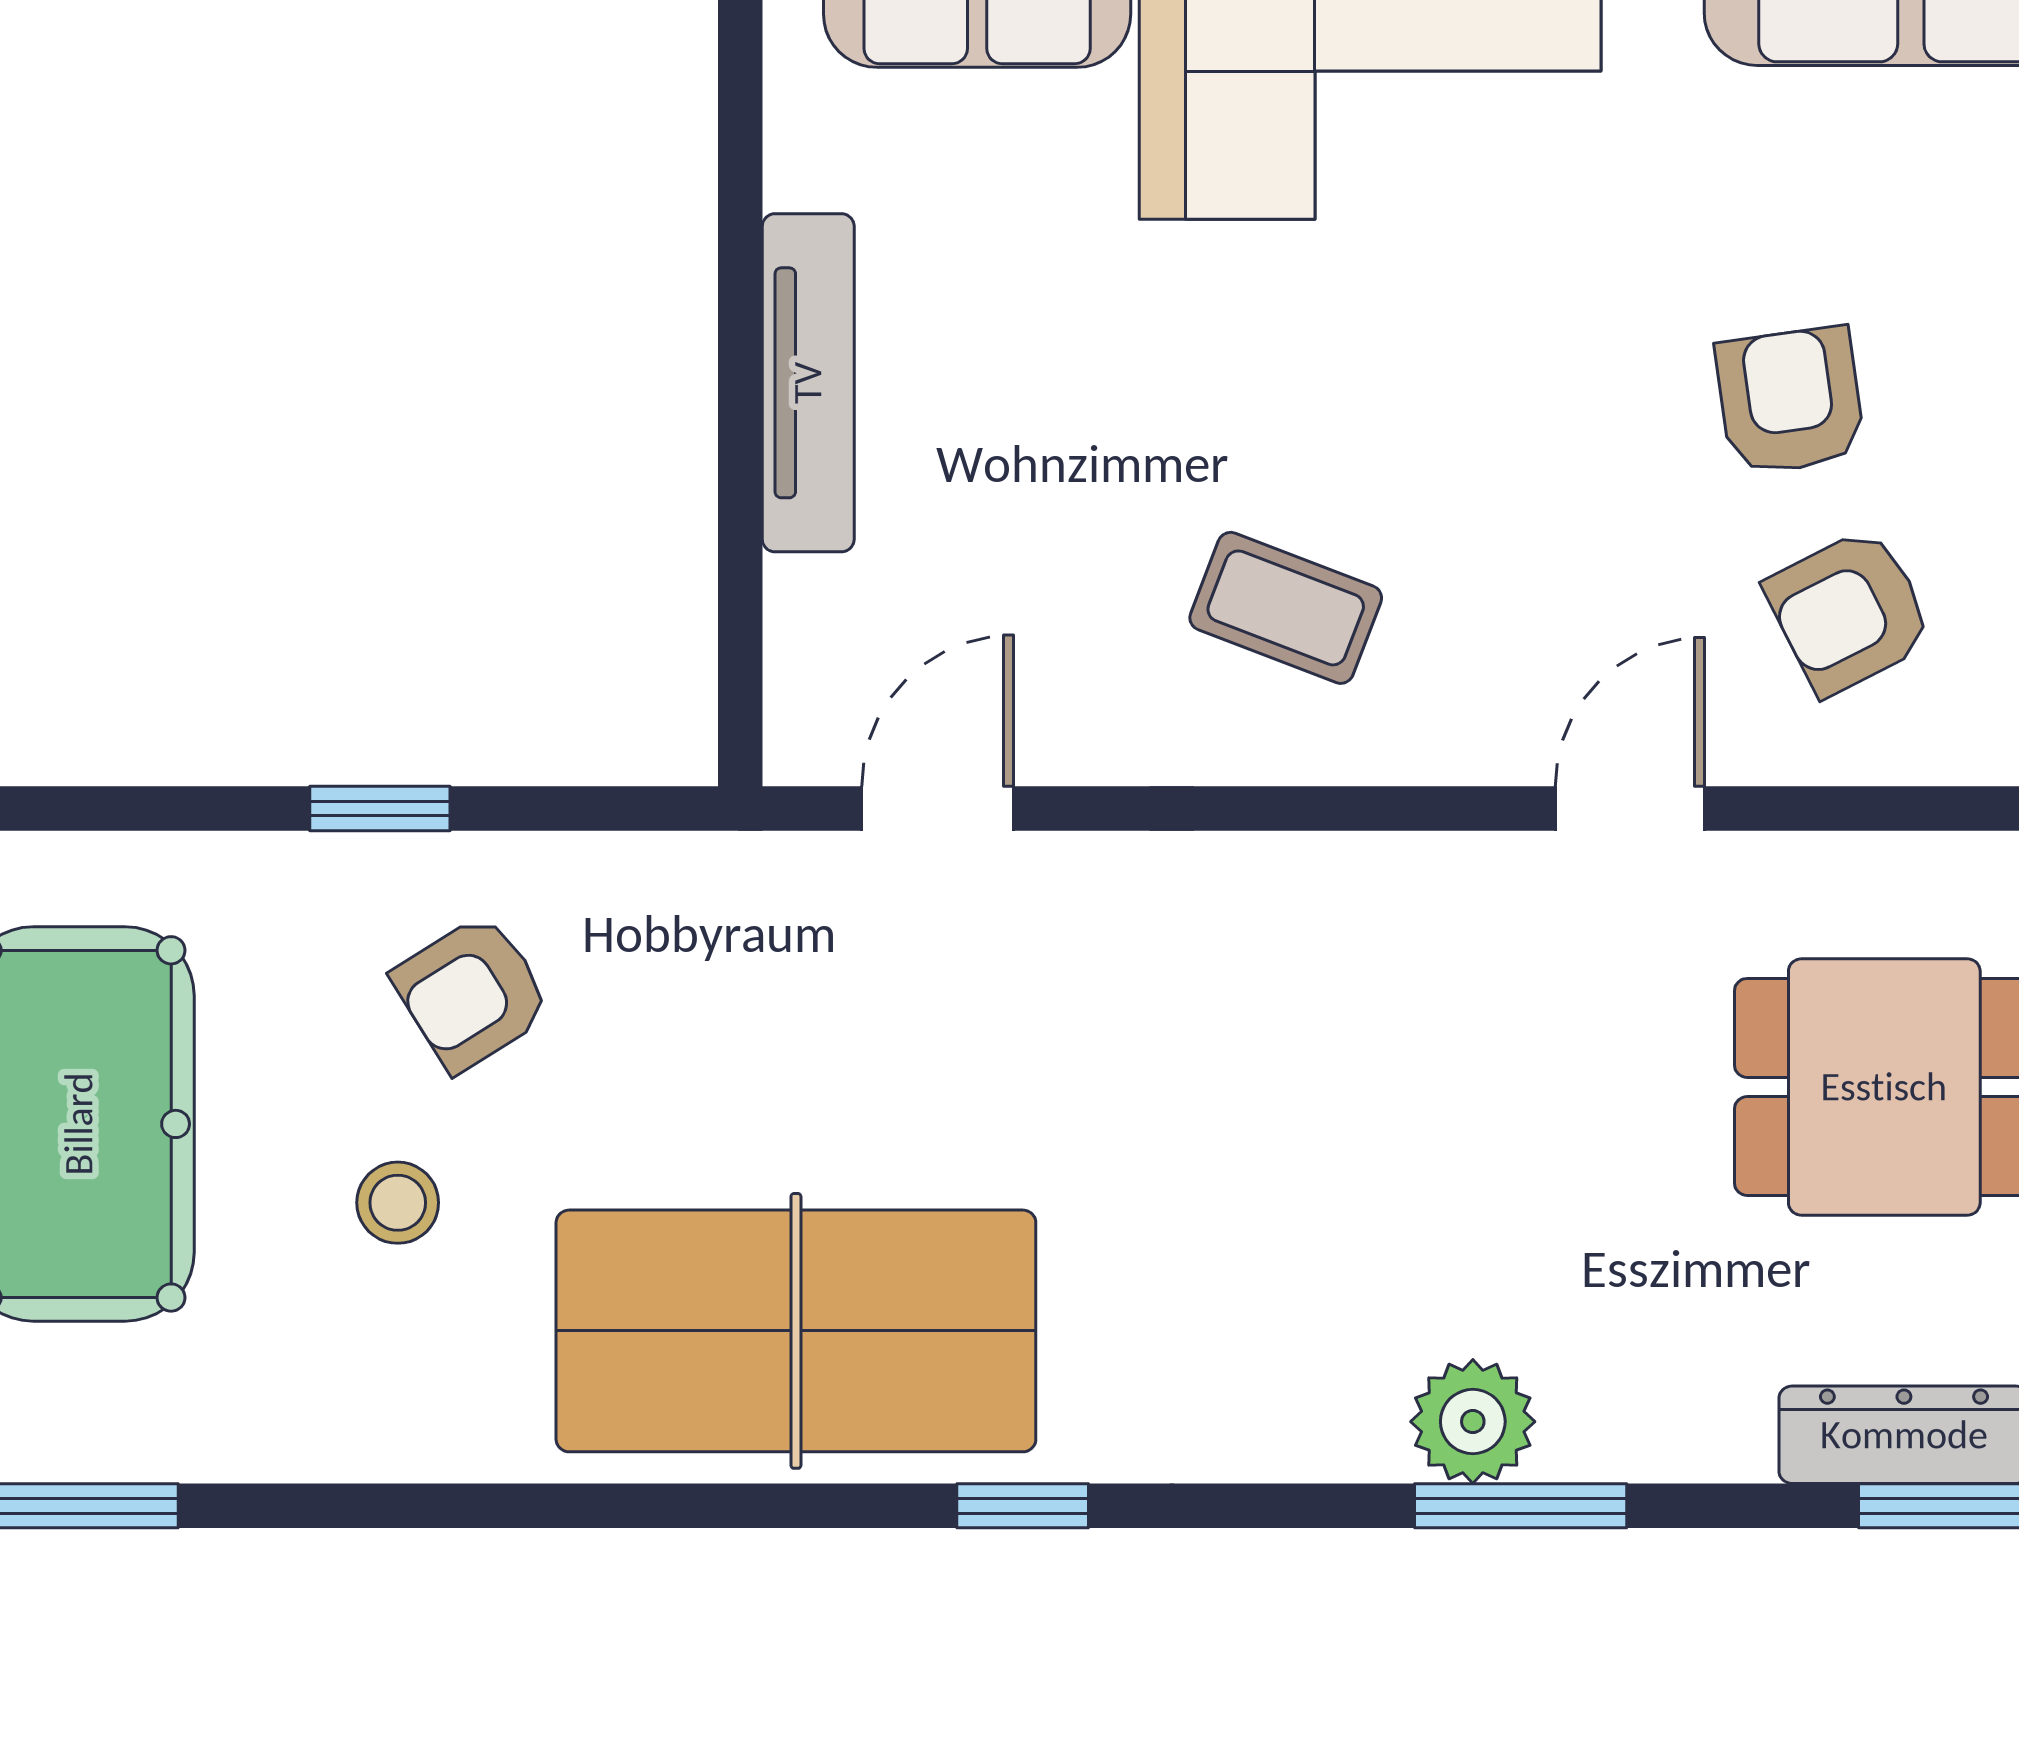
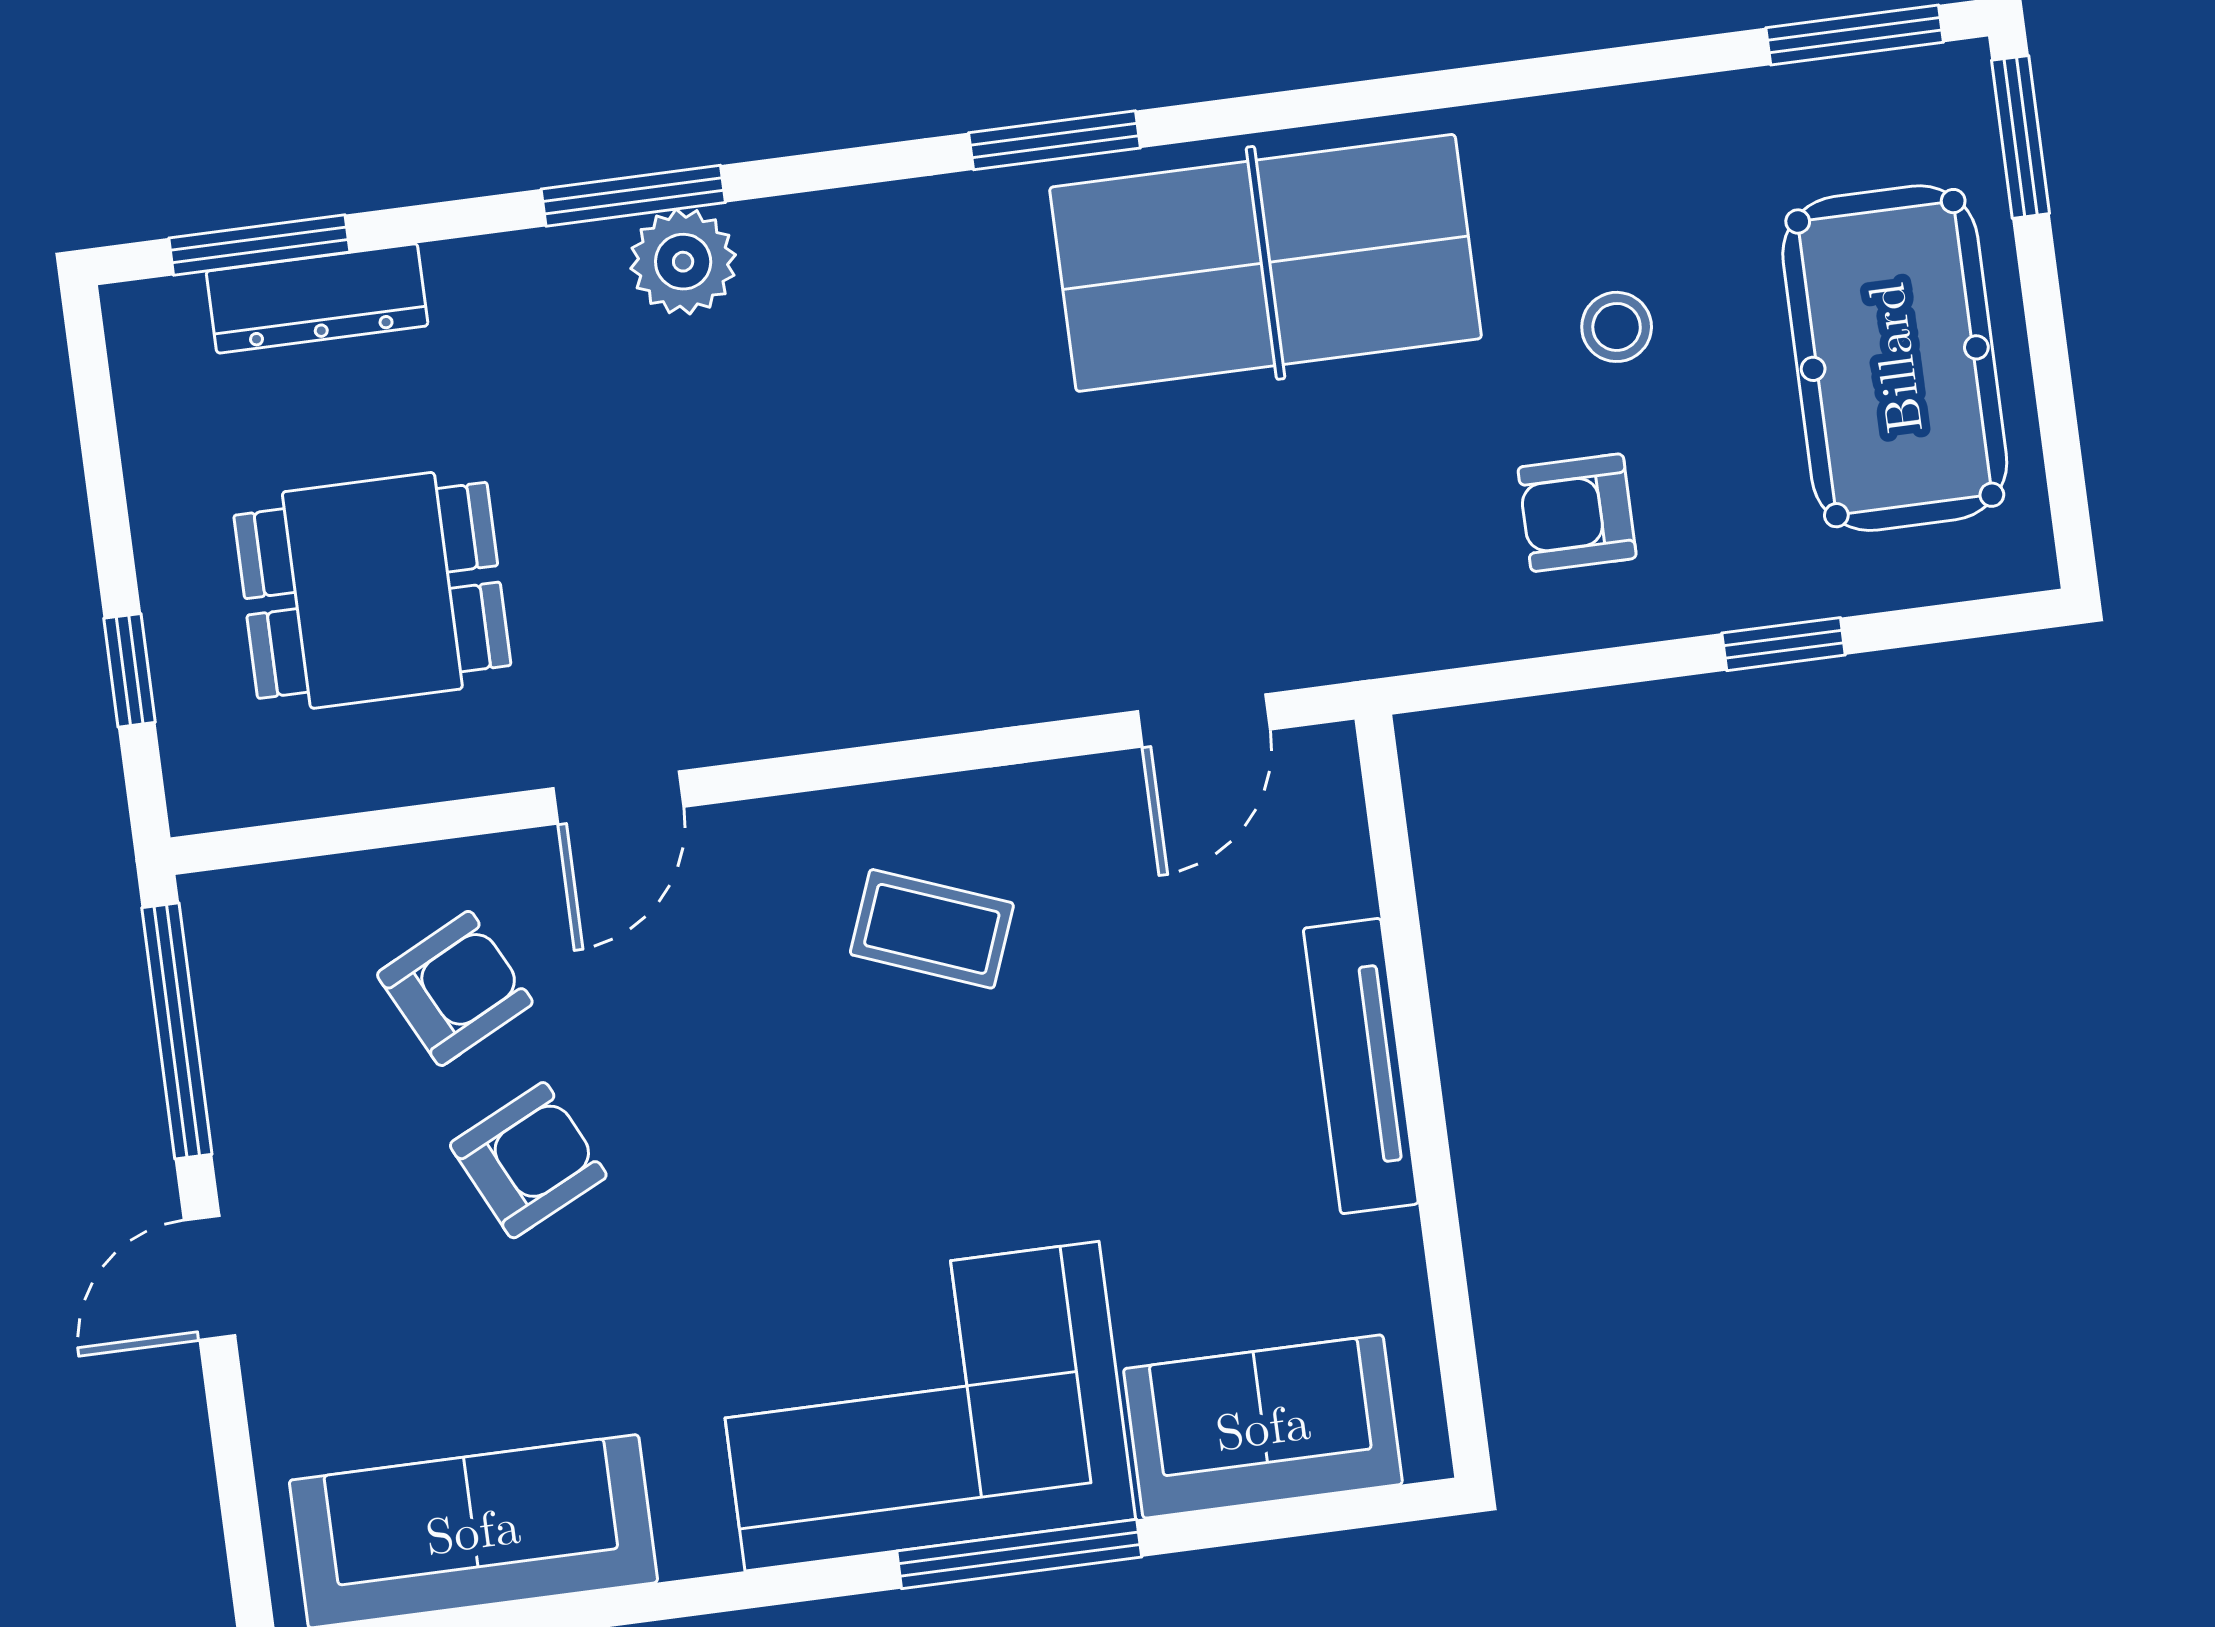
armchair: (1790, 401) -> (528, 1160), turned -108
window: (380, 809) -> (1784, 644), moved
armchair: (472, 993) -> (1577, 513), turned -148
window: (1023, 1506) -> (1054, 140), width x1.50

